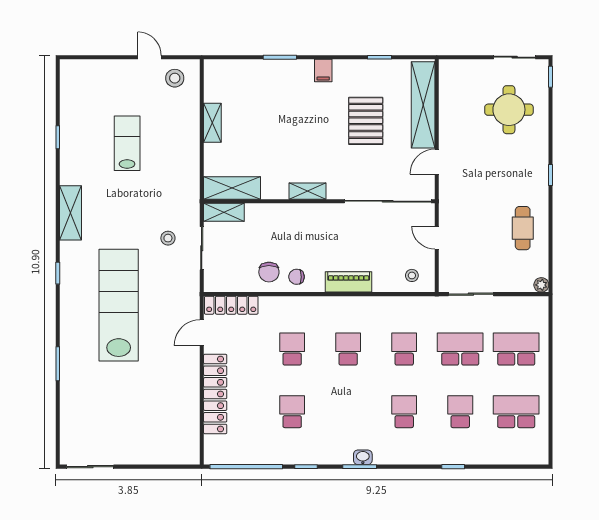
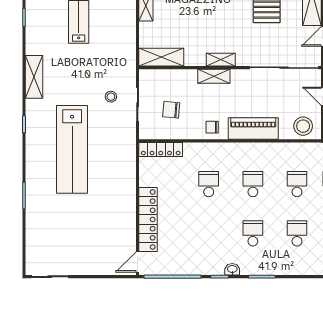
shelving: (224, 212) -> (214, 76), moved
chair: (269, 272) -> (171, 110), moved, turned 95
stool: (412, 275) -> (303, 126), width x1.89, depth x1.89
piano: (349, 282) -> (253, 128), width x1.37, depth x1.33
lab bench: (119, 305) -> (72, 149), turned 180
door: (202, 333) -> (138, 262), moved
school desk: (292, 412) -> (253, 233), moved
washbasin: (363, 457) -> (232, 269), moved

